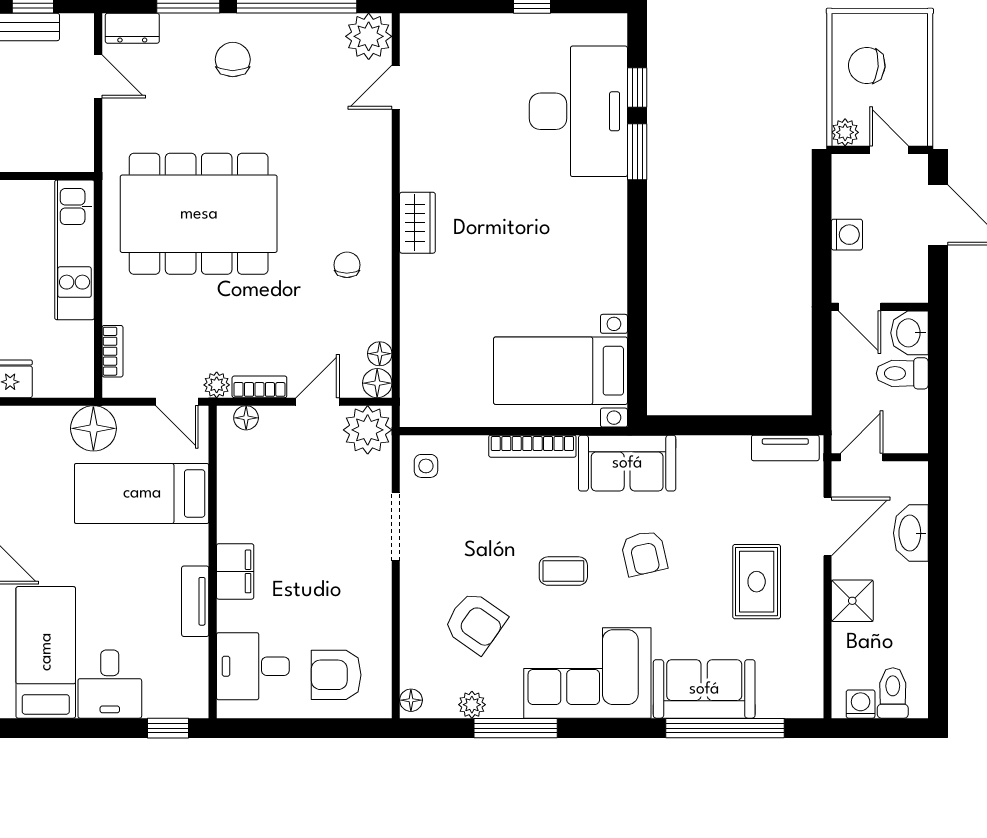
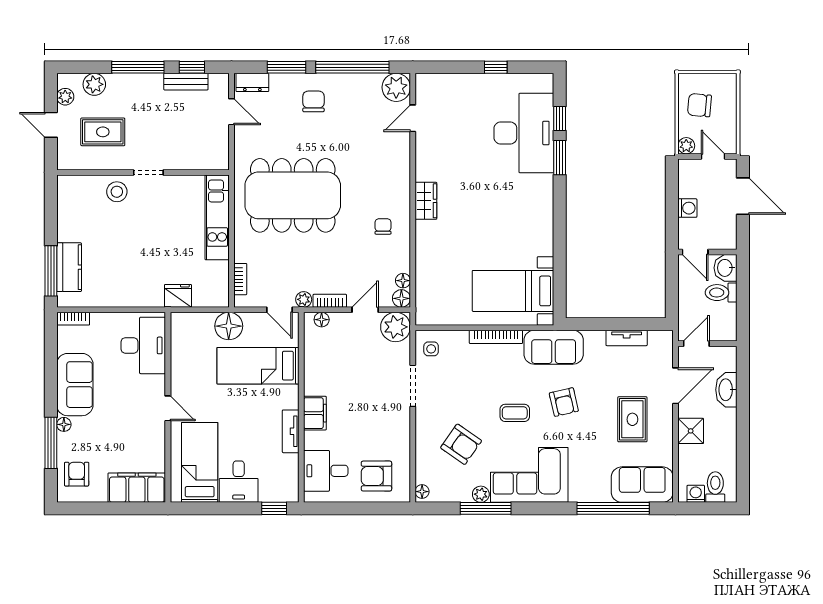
tv unit: (785, 448) -> (627, 338), moved
sofa: (704, 689) -> (642, 485), moved
plant: (472, 705) -> (481, 494), moved

